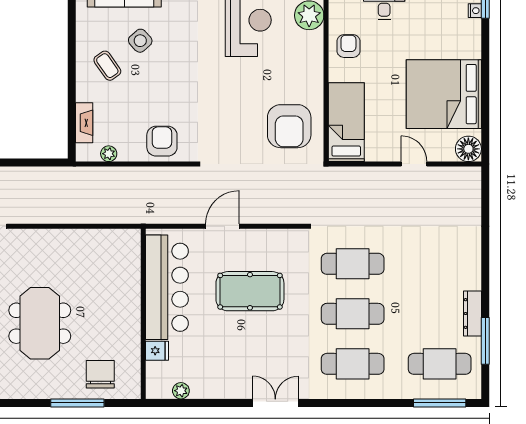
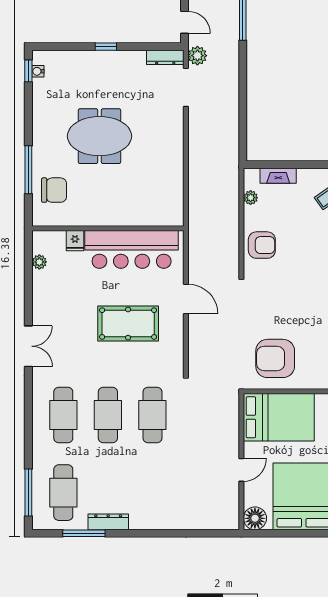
bed: (346, 122) -> (279, 417), width x1.50
pool table: (250, 291) -> (128, 324), turned 90

